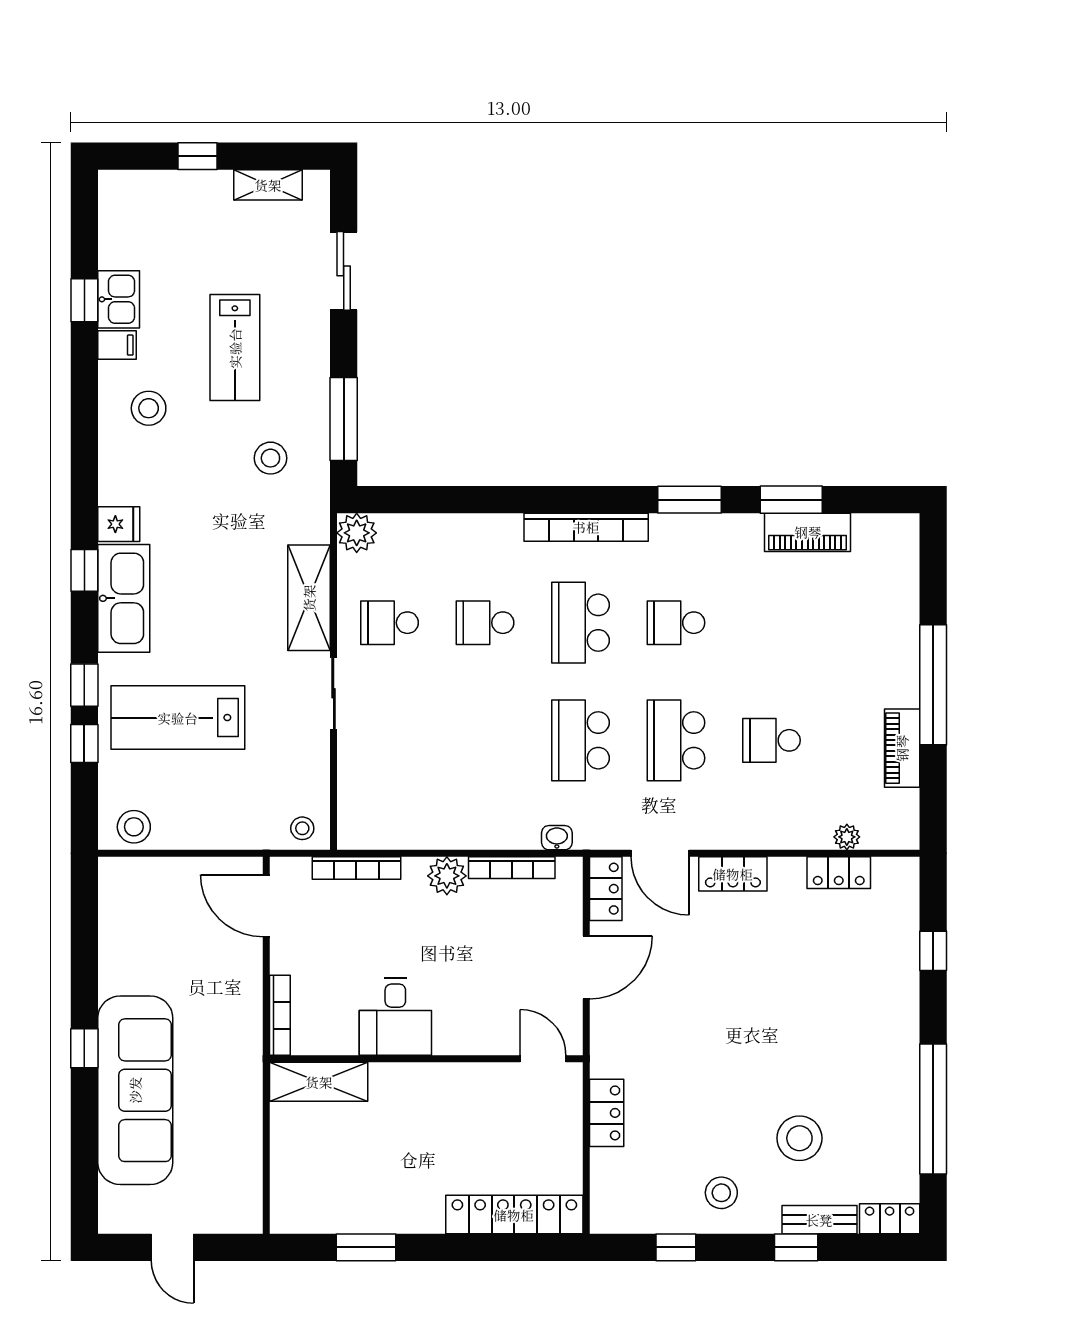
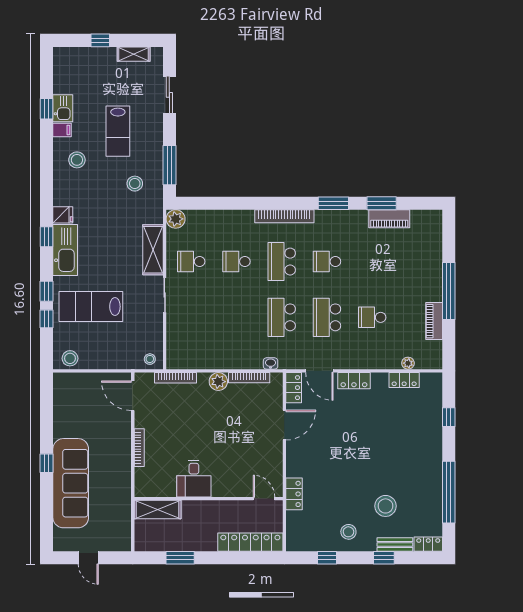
desk: (395, 1017) -> (194, 479), moved
wall: (426, 1059) -> (209, 499), moved
door: (543, 1059) -> (264, 499), moved
shelving: (319, 1082) -> (158, 509), moved

